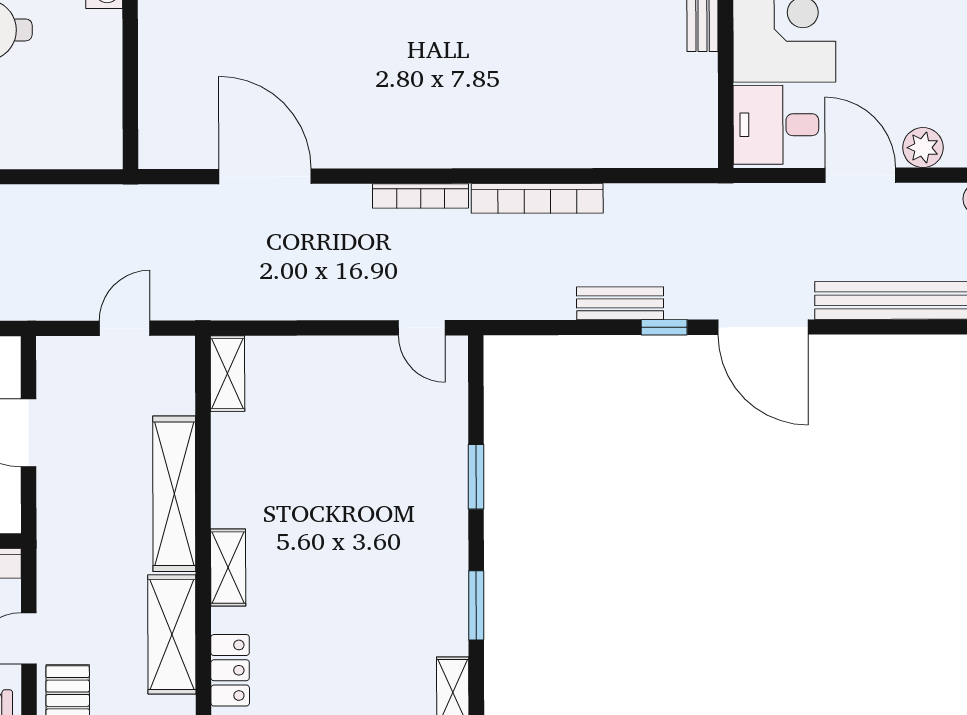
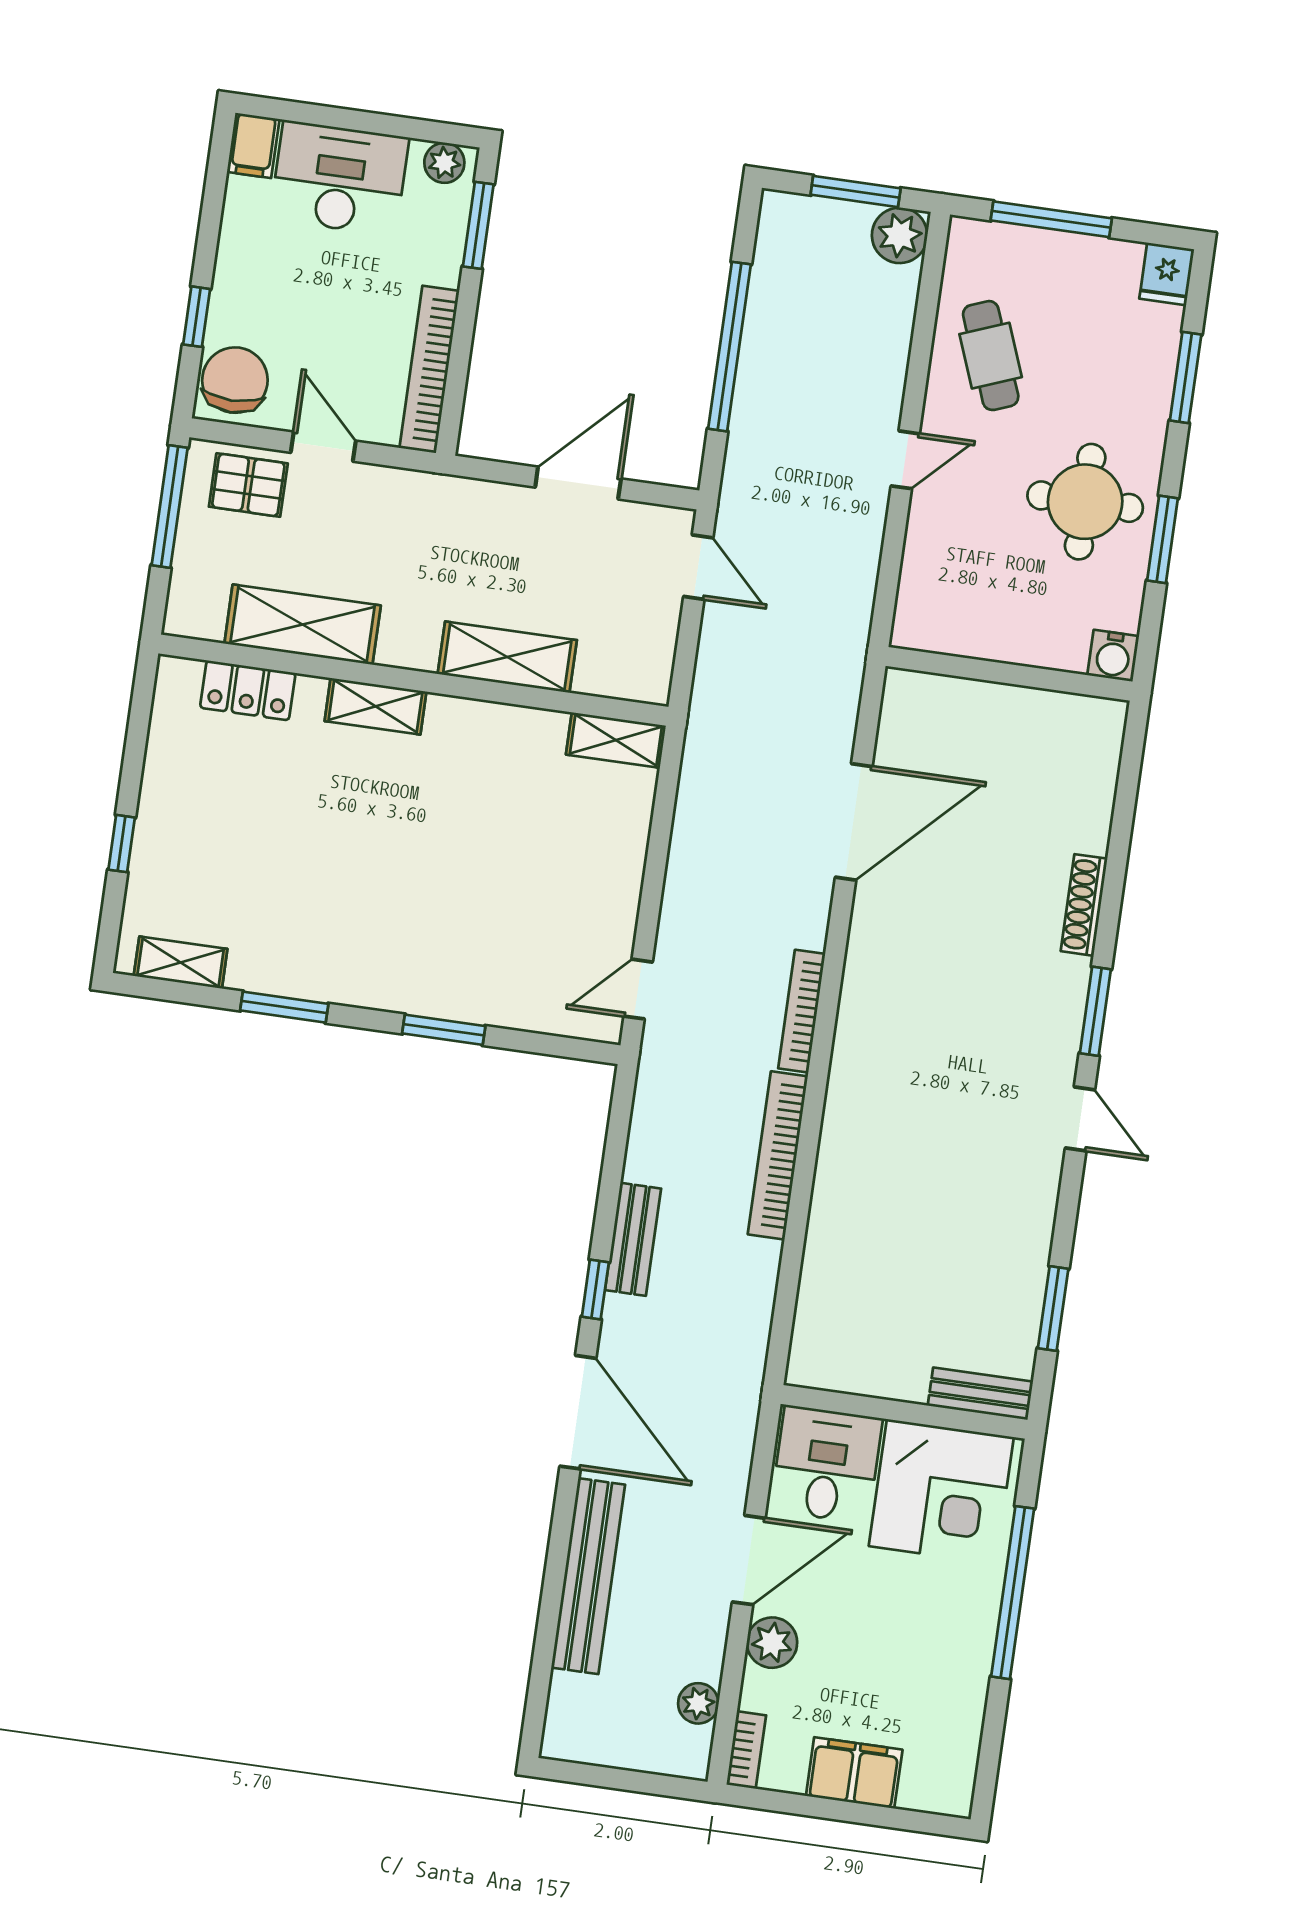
door: (763, 327) -> (578, 1412), swing flipped
door: (125, 328) -> (698, 567), moved
shelving: (174, 494) -> (507, 657), width x0.68

